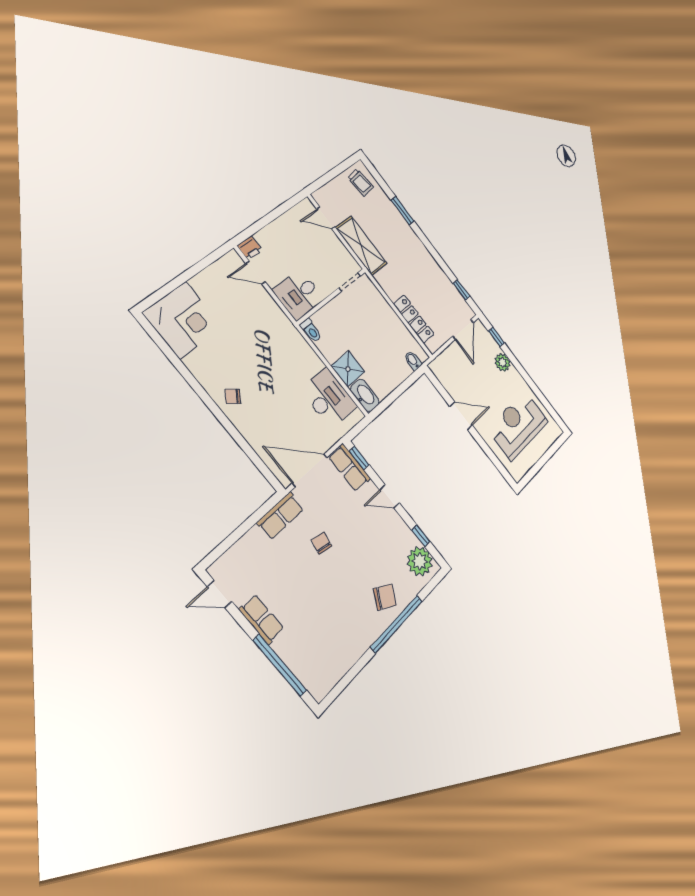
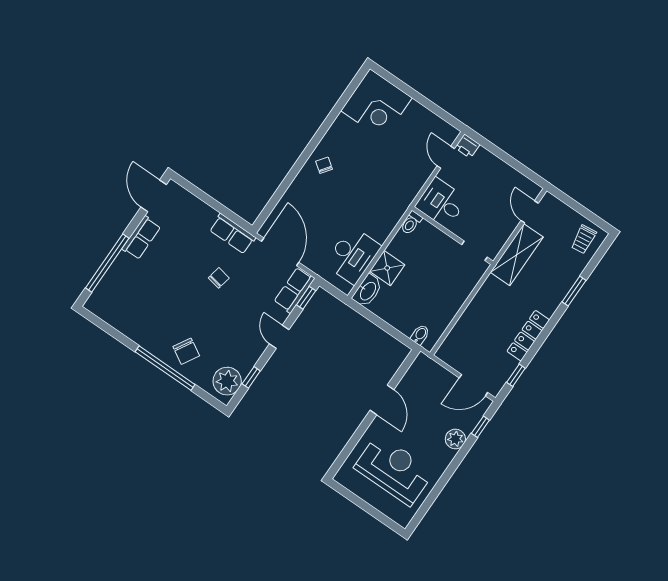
locker: (414, 319) -> (528, 336), moved, turned 180
door: (220, 594) -> (154, 196), width x1.38

